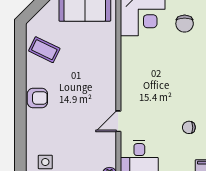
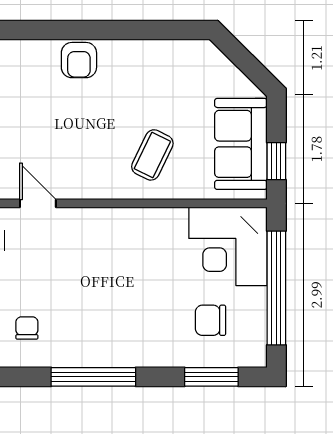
coffee table: (44, 50) -> (152, 155), moved

